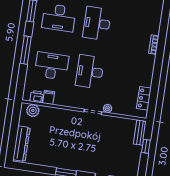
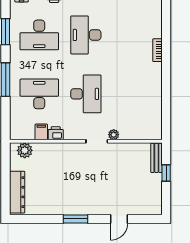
desk: (90, 72) -> (86, 94), turned 180
printer: (37, 97) -> (56, 133), moved
locker: (144, 98) -> (155, 116), removed

